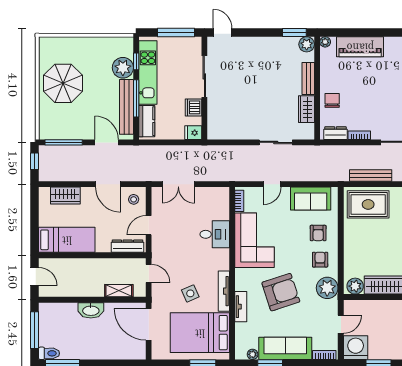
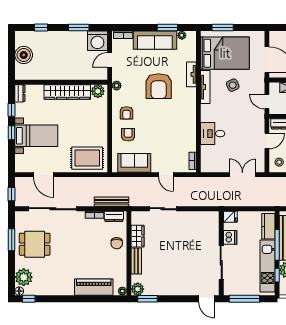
bench: (371, 176) -> (111, 202), moved
door: (272, 184) -> (166, 175), swing flipped
corner sofa: (255, 240) -> (180, 129), removed
plant: (327, 288) -> (117, 86), width x0.53, depth x0.53
armchair: (281, 292) -> (159, 86), turned -72

